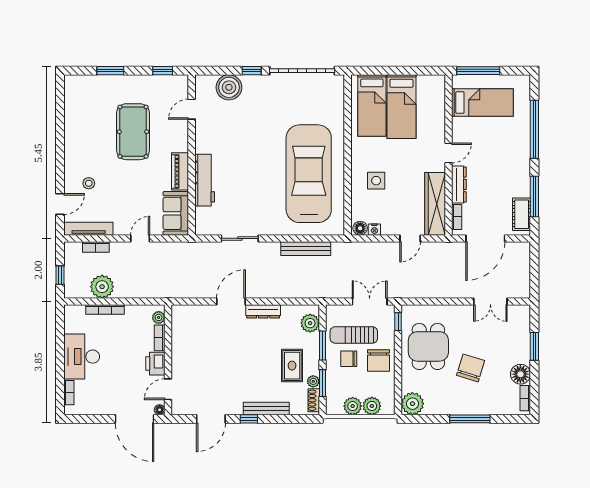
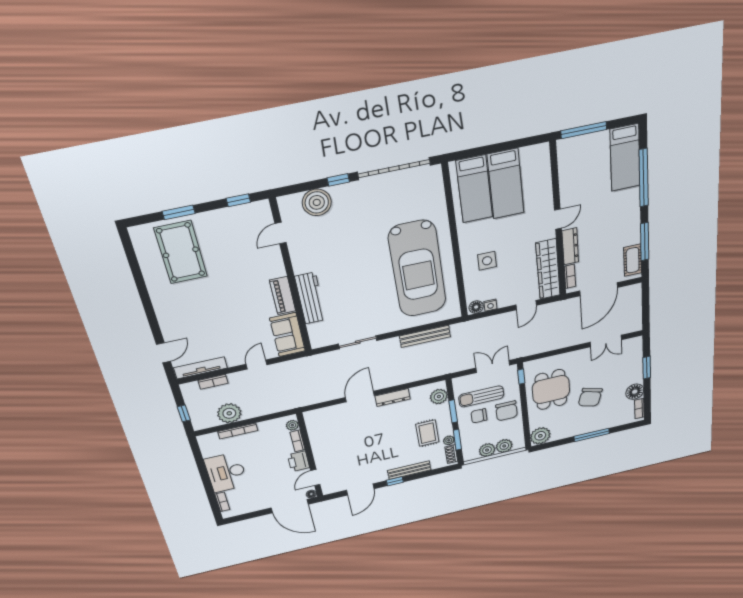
bed: (482, 103) -> (625, 158), moved, turned 90
pool table: (133, 132) -> (181, 252), moved
car: (309, 174) -> (417, 269), turned 180
stool: (89, 183) -> (188, 327), removed
chair: (471, 368) -> (590, 397), turned 180

